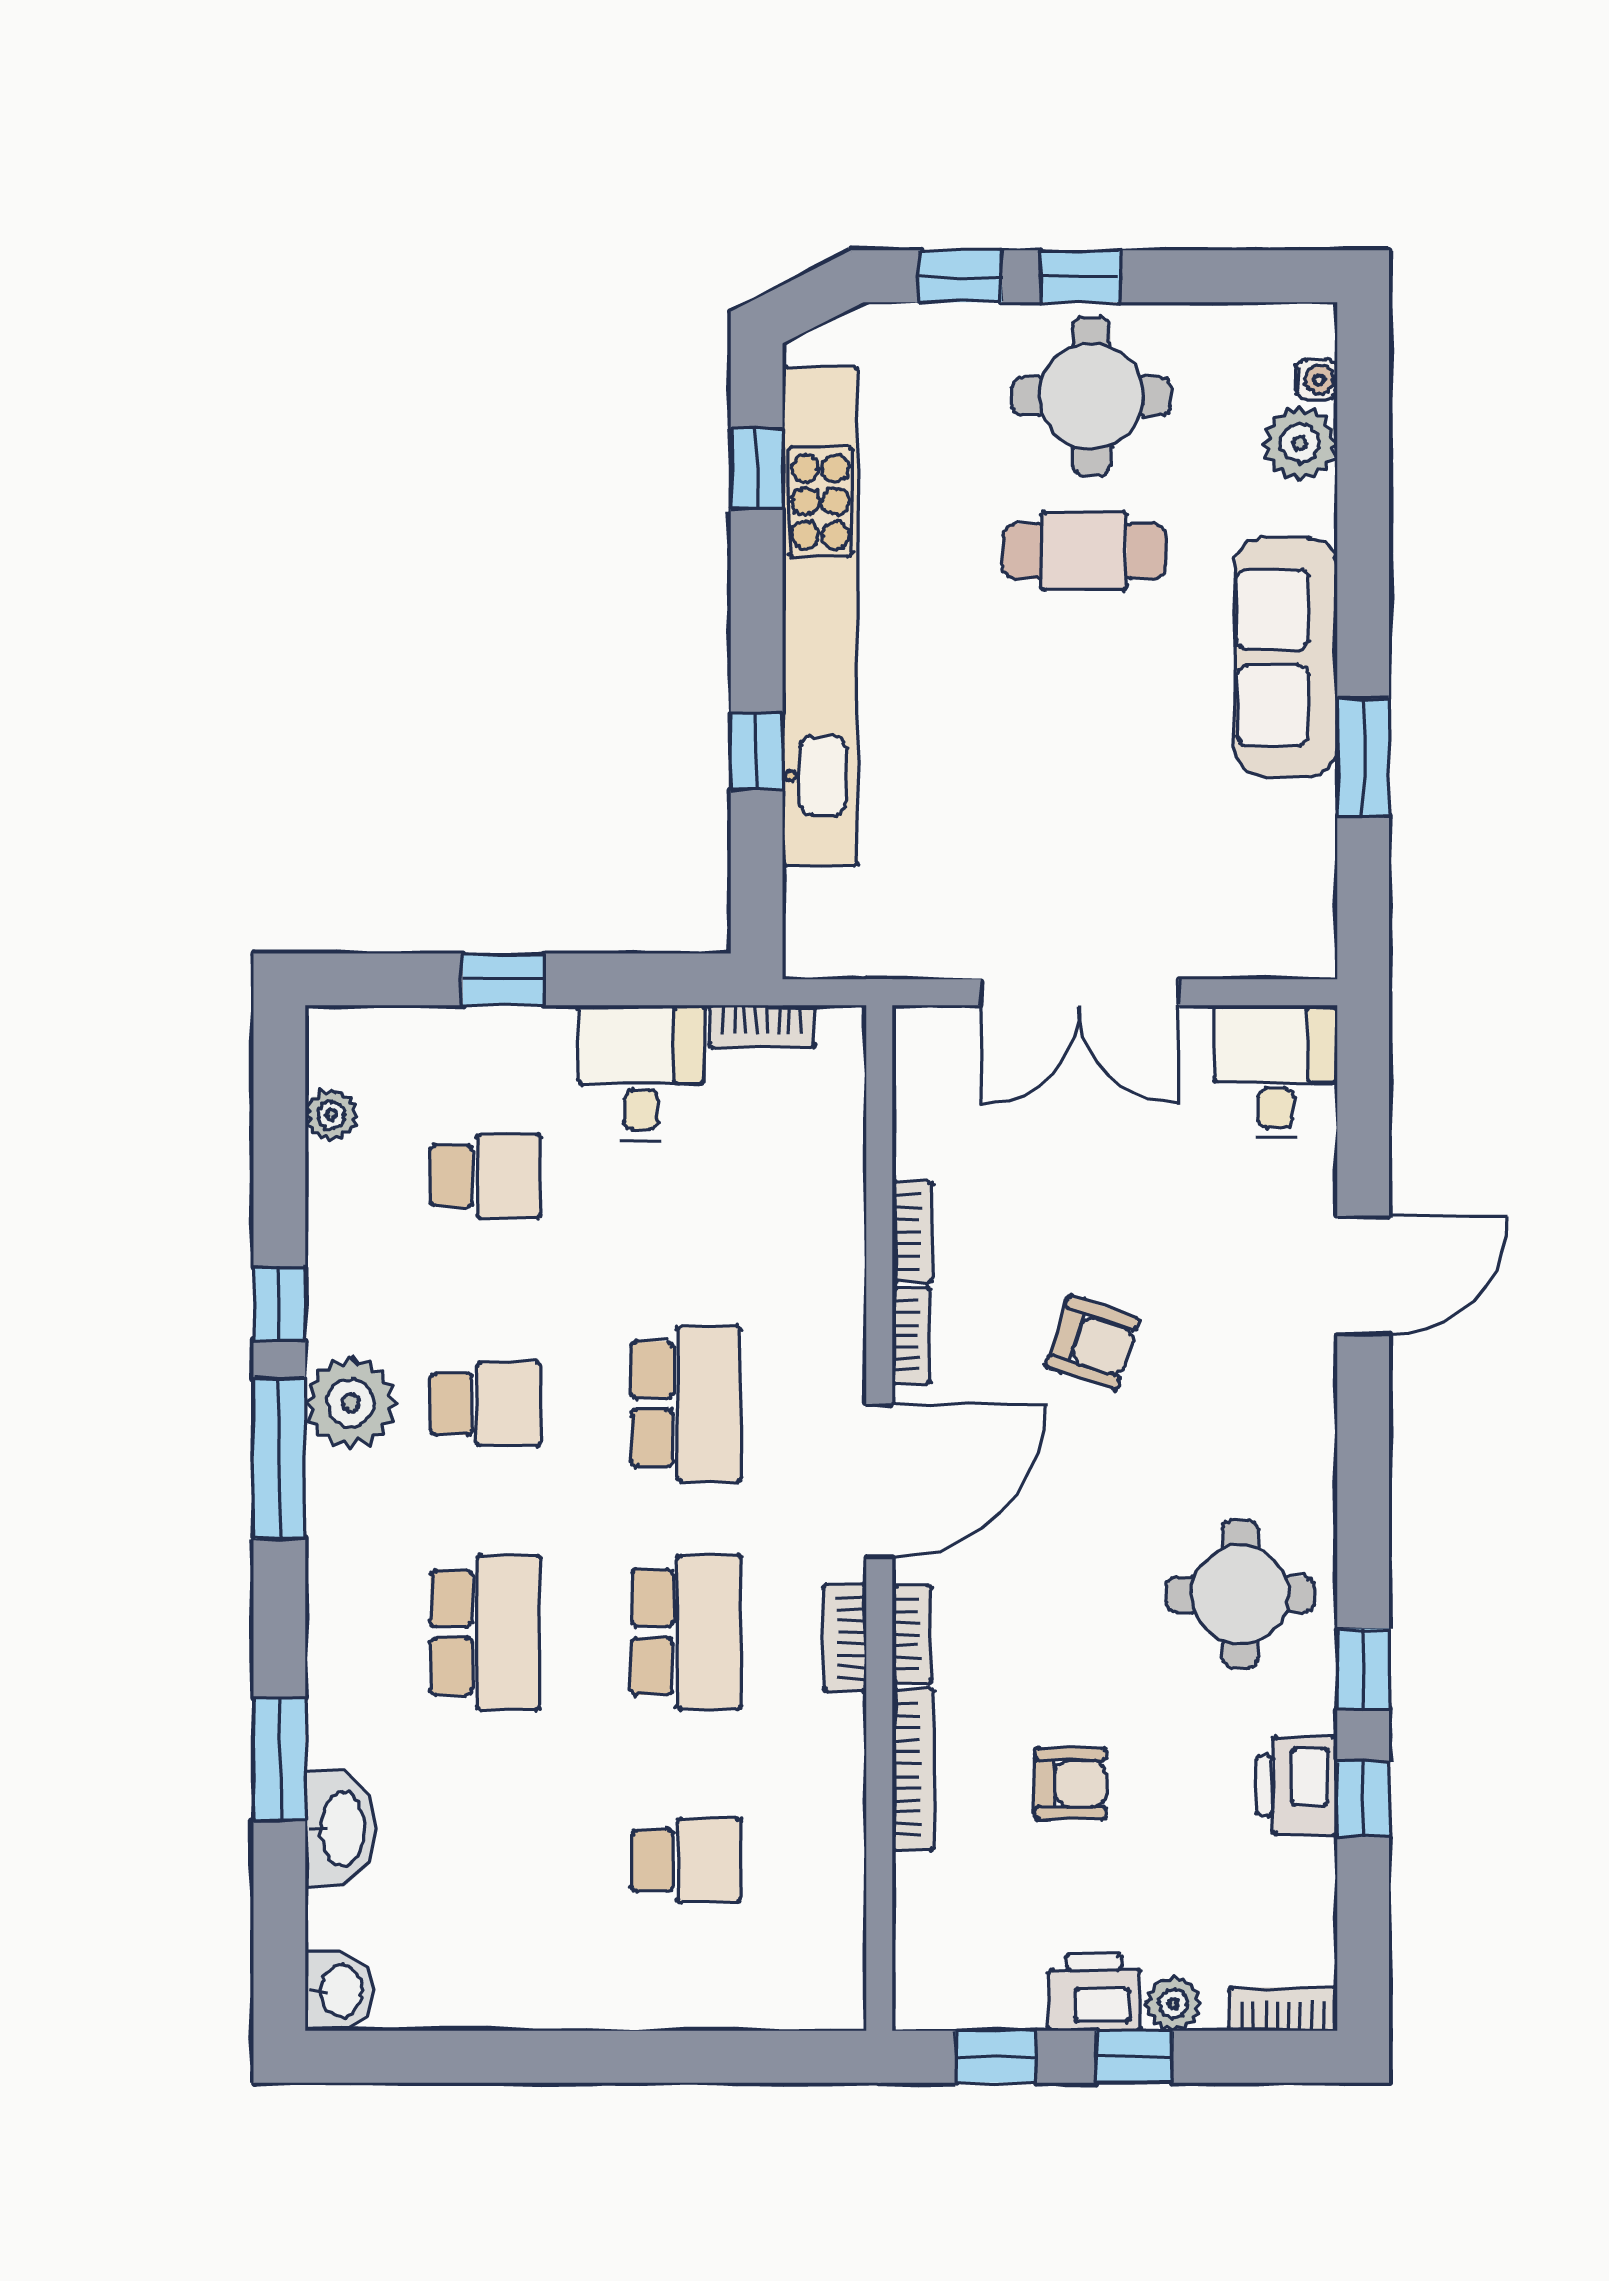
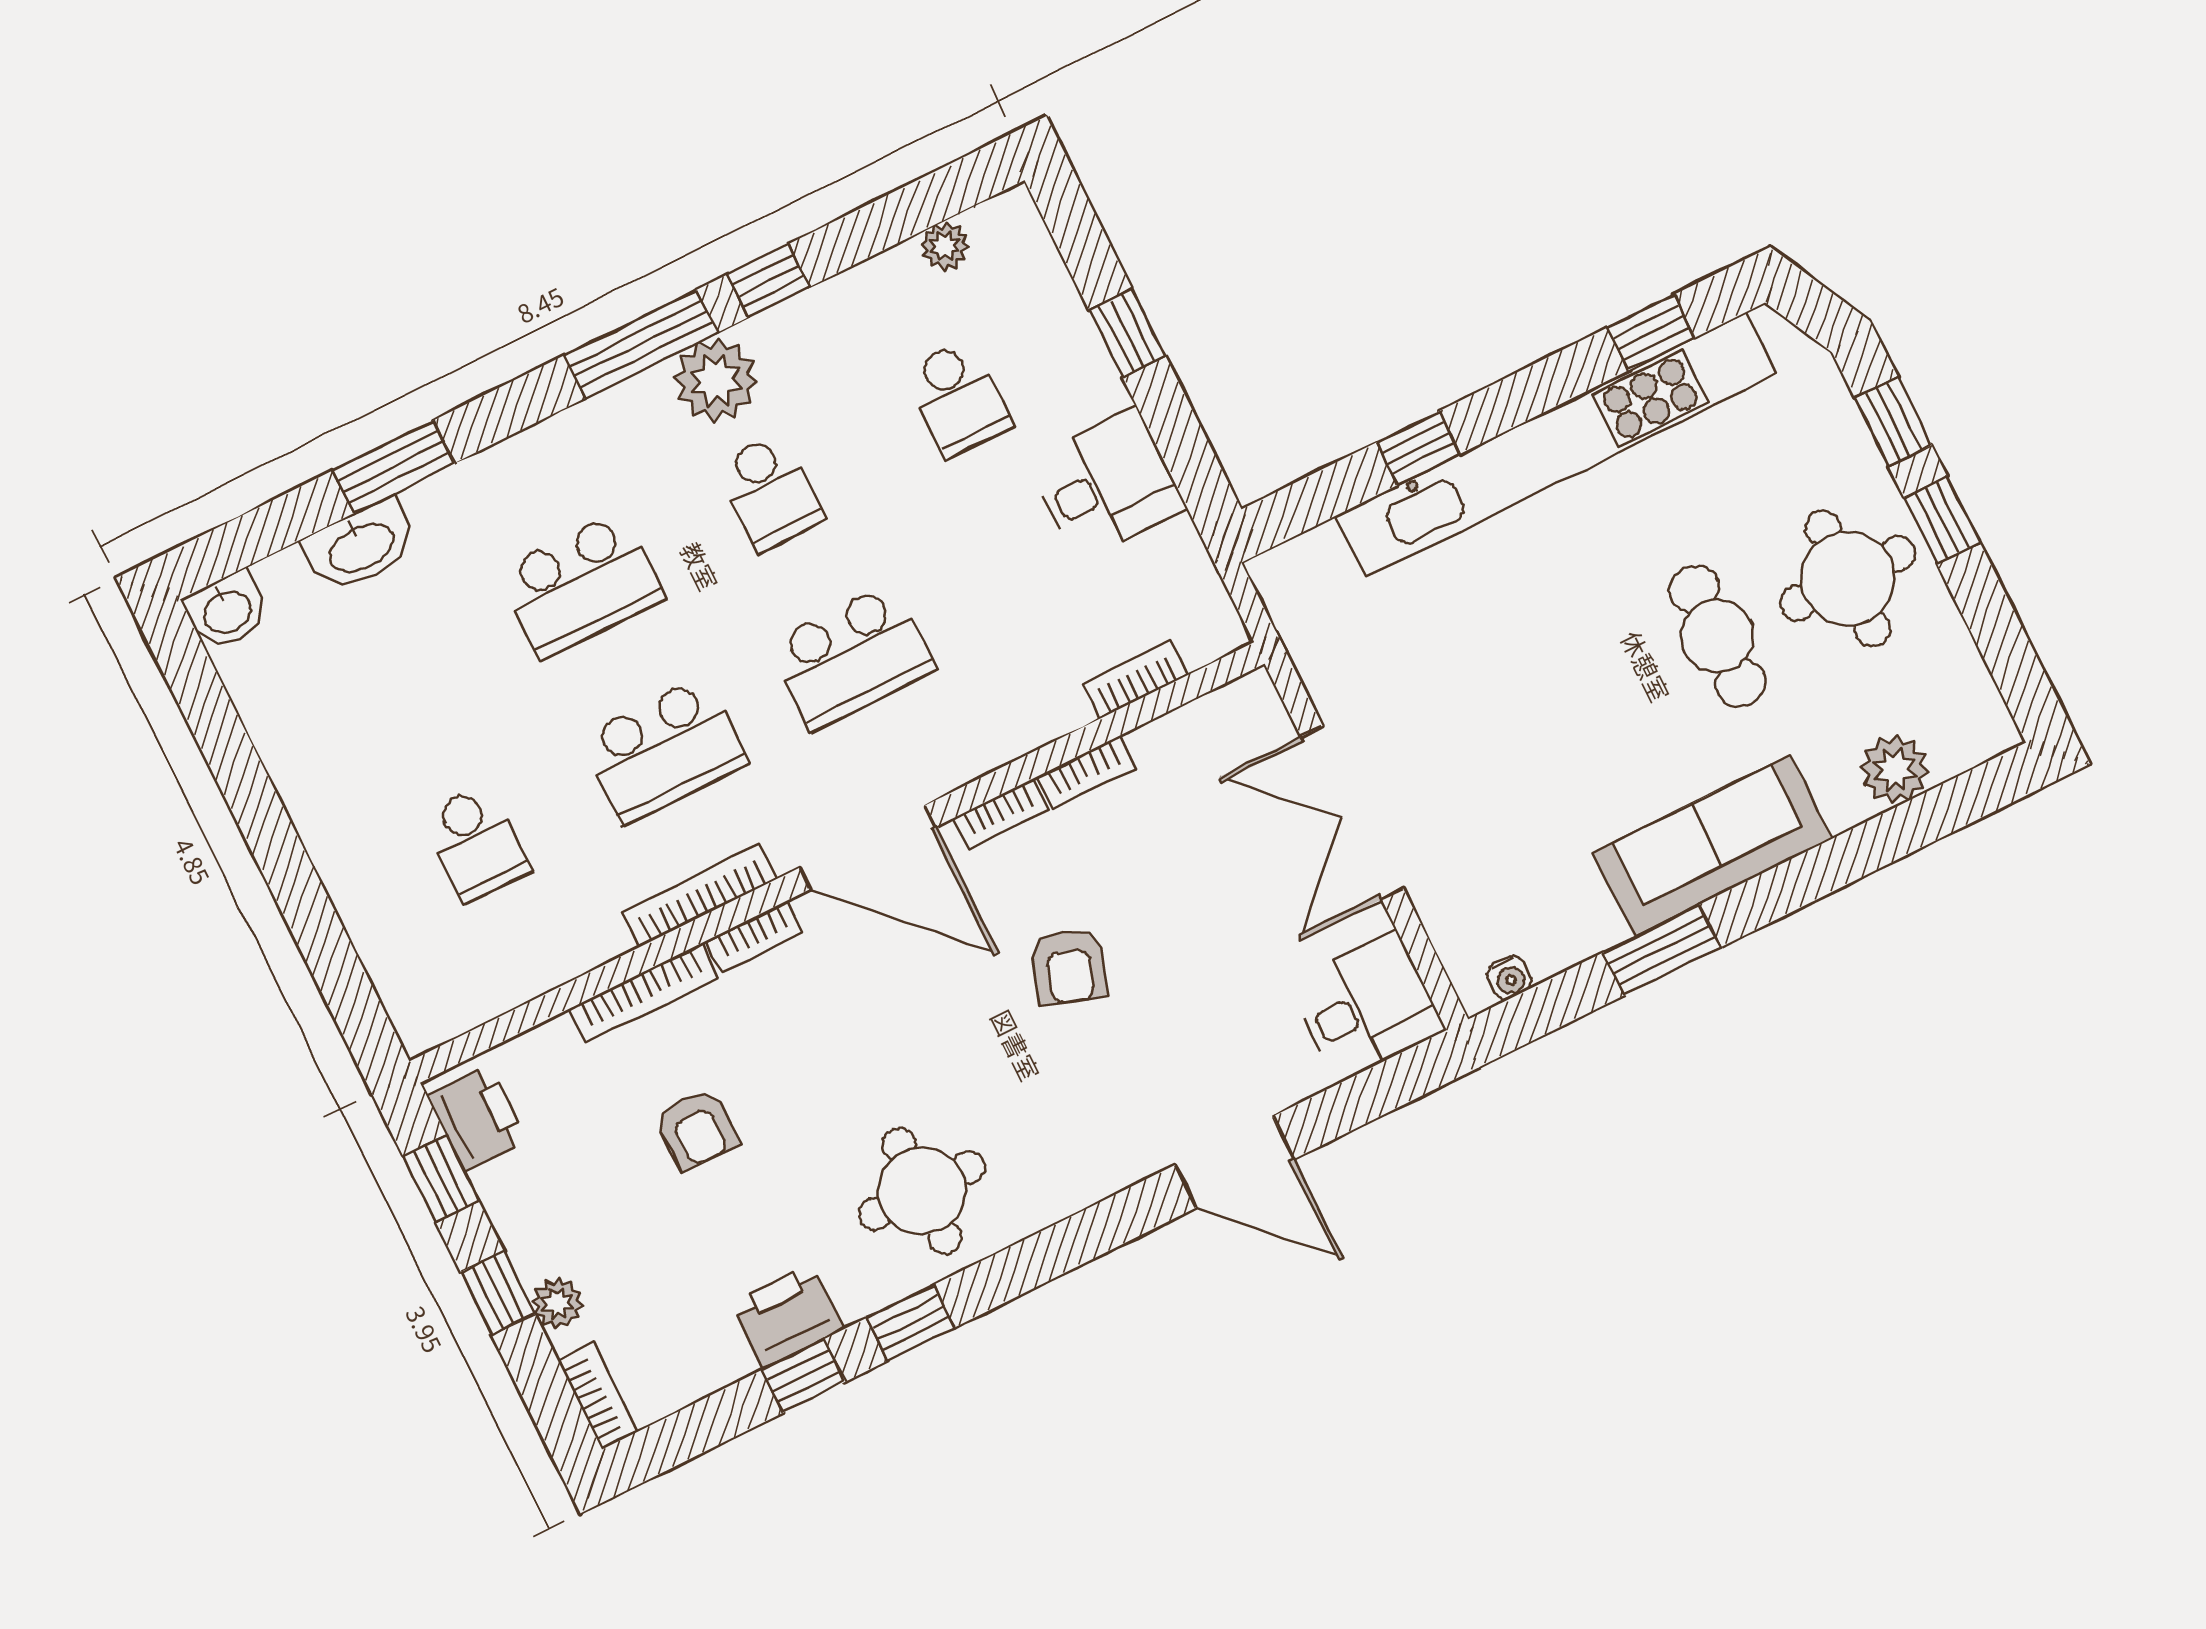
water cooler: (1316, 380) -> (1509, 978), moved
bookcase: (762, 1026) -> (1135, 679), moved, turned 90
bookcase: (845, 1638) -> (699, 896), width x1.56
printer: (1094, 1993) -> (477, 1118), moved

